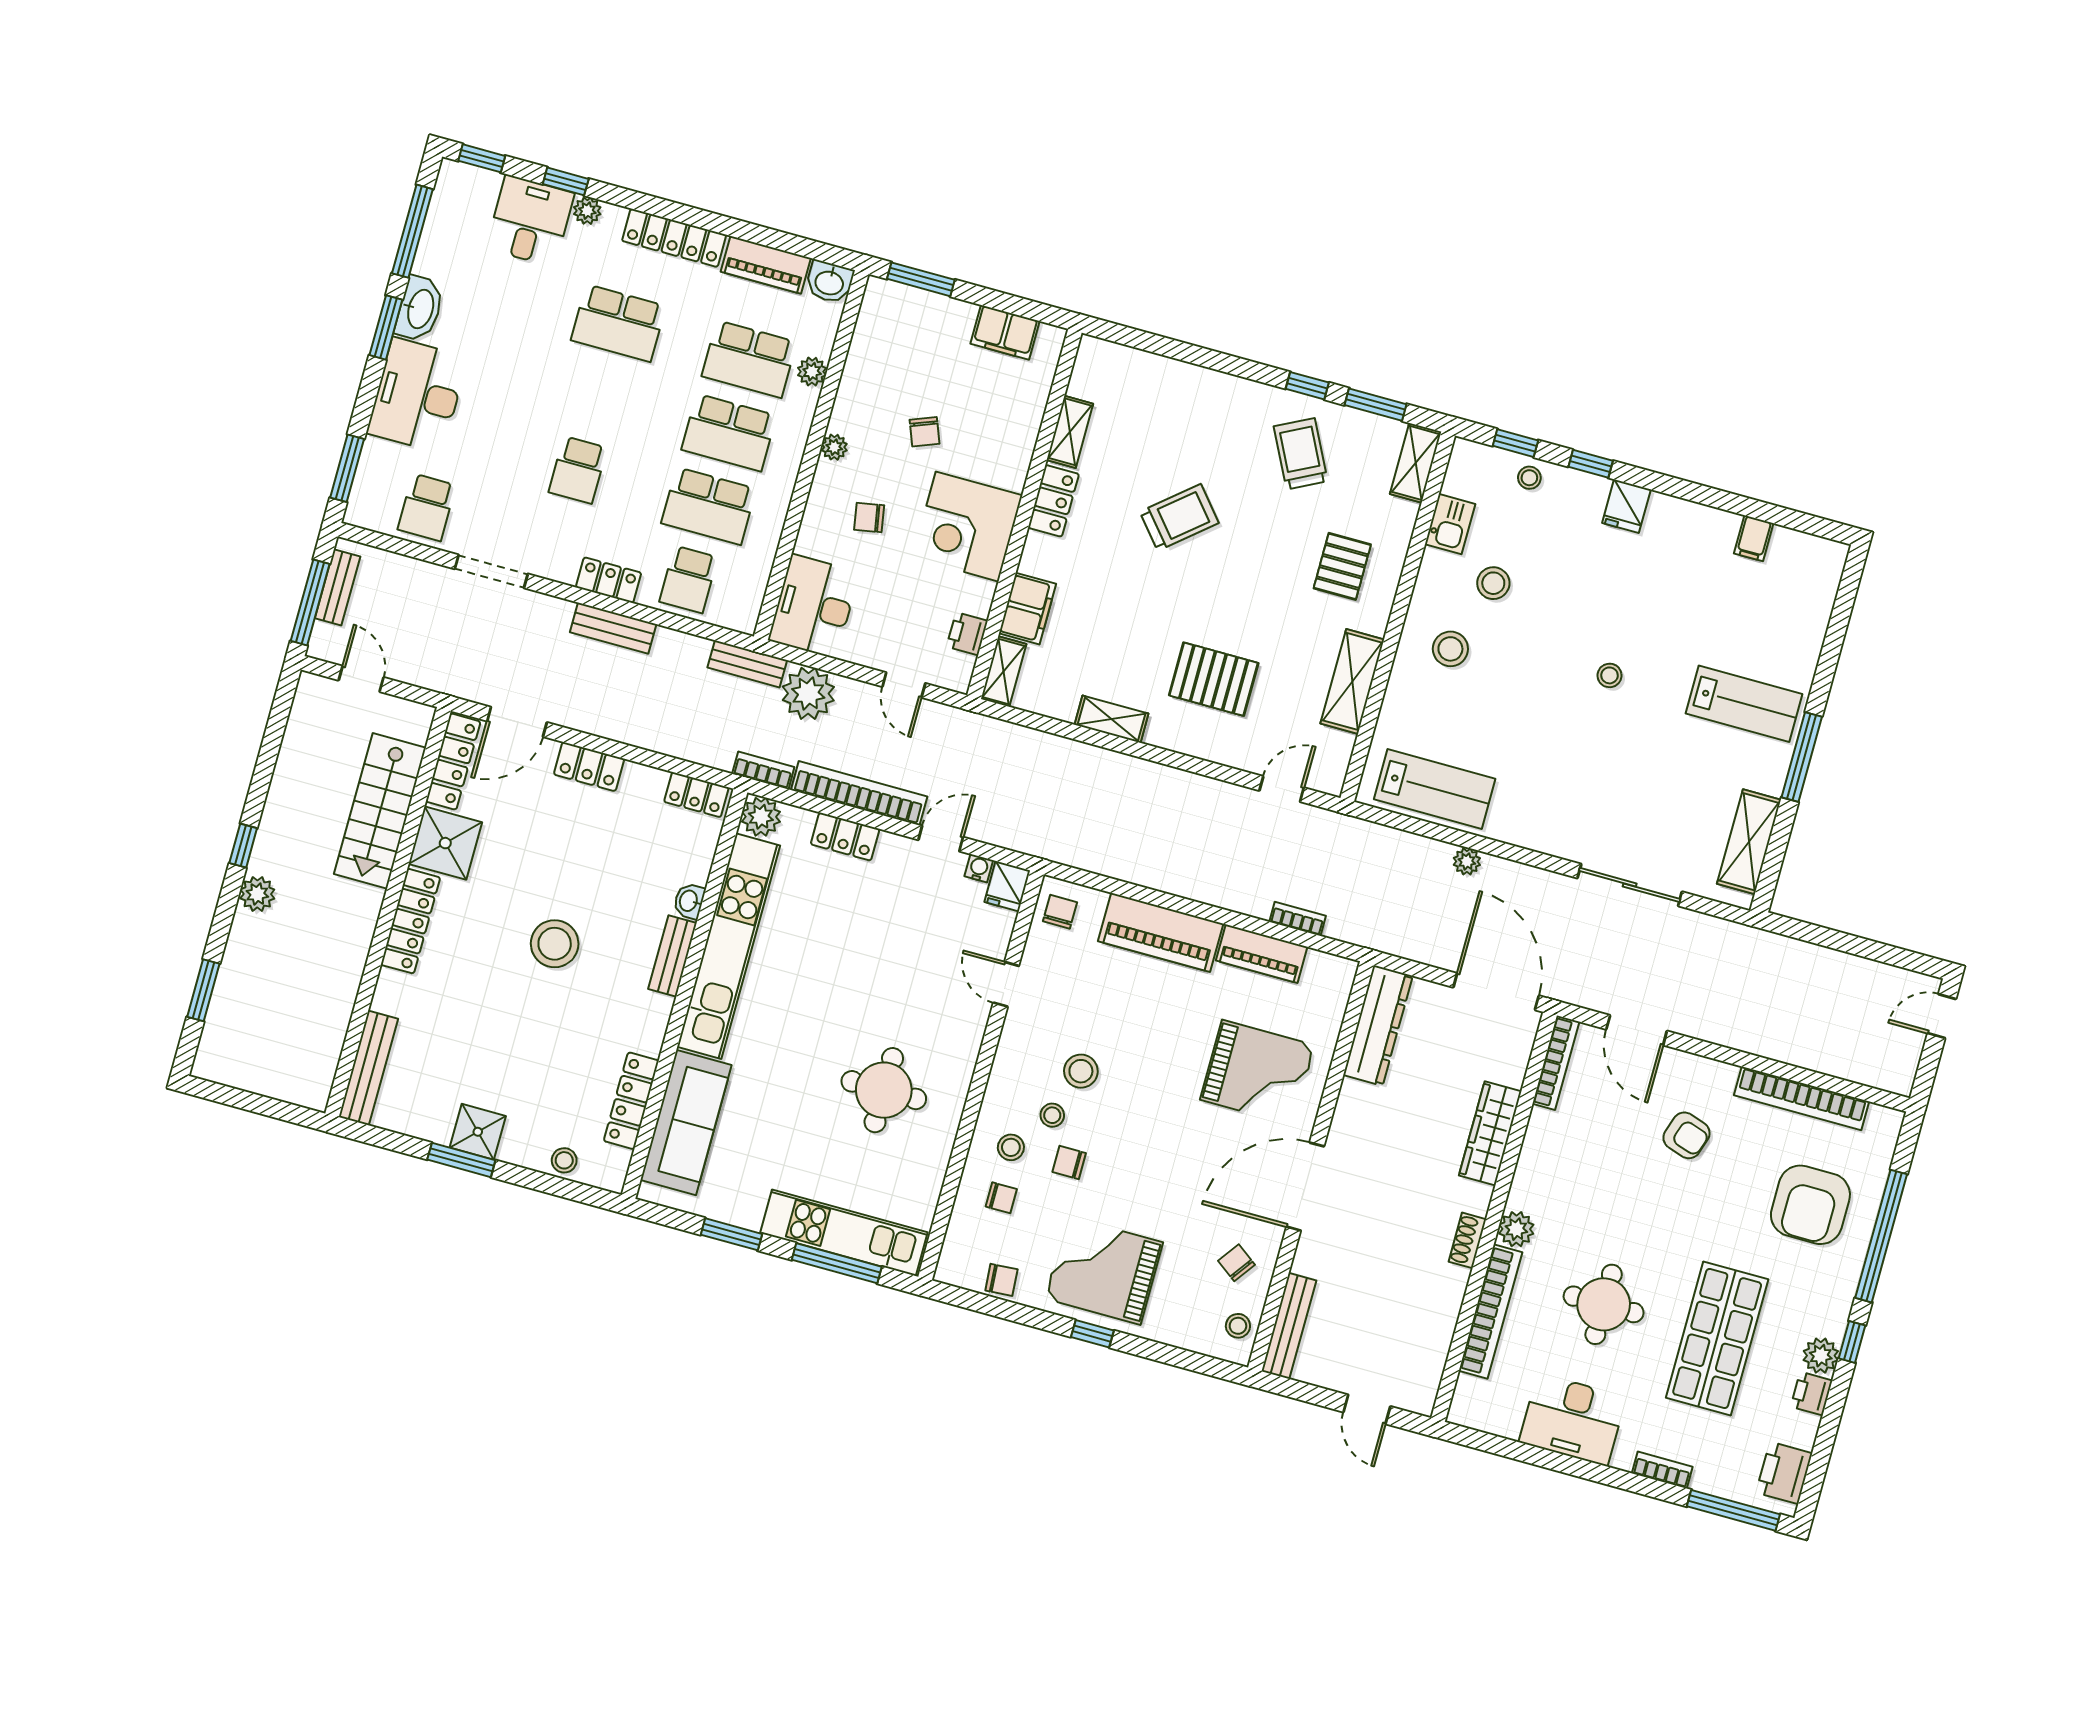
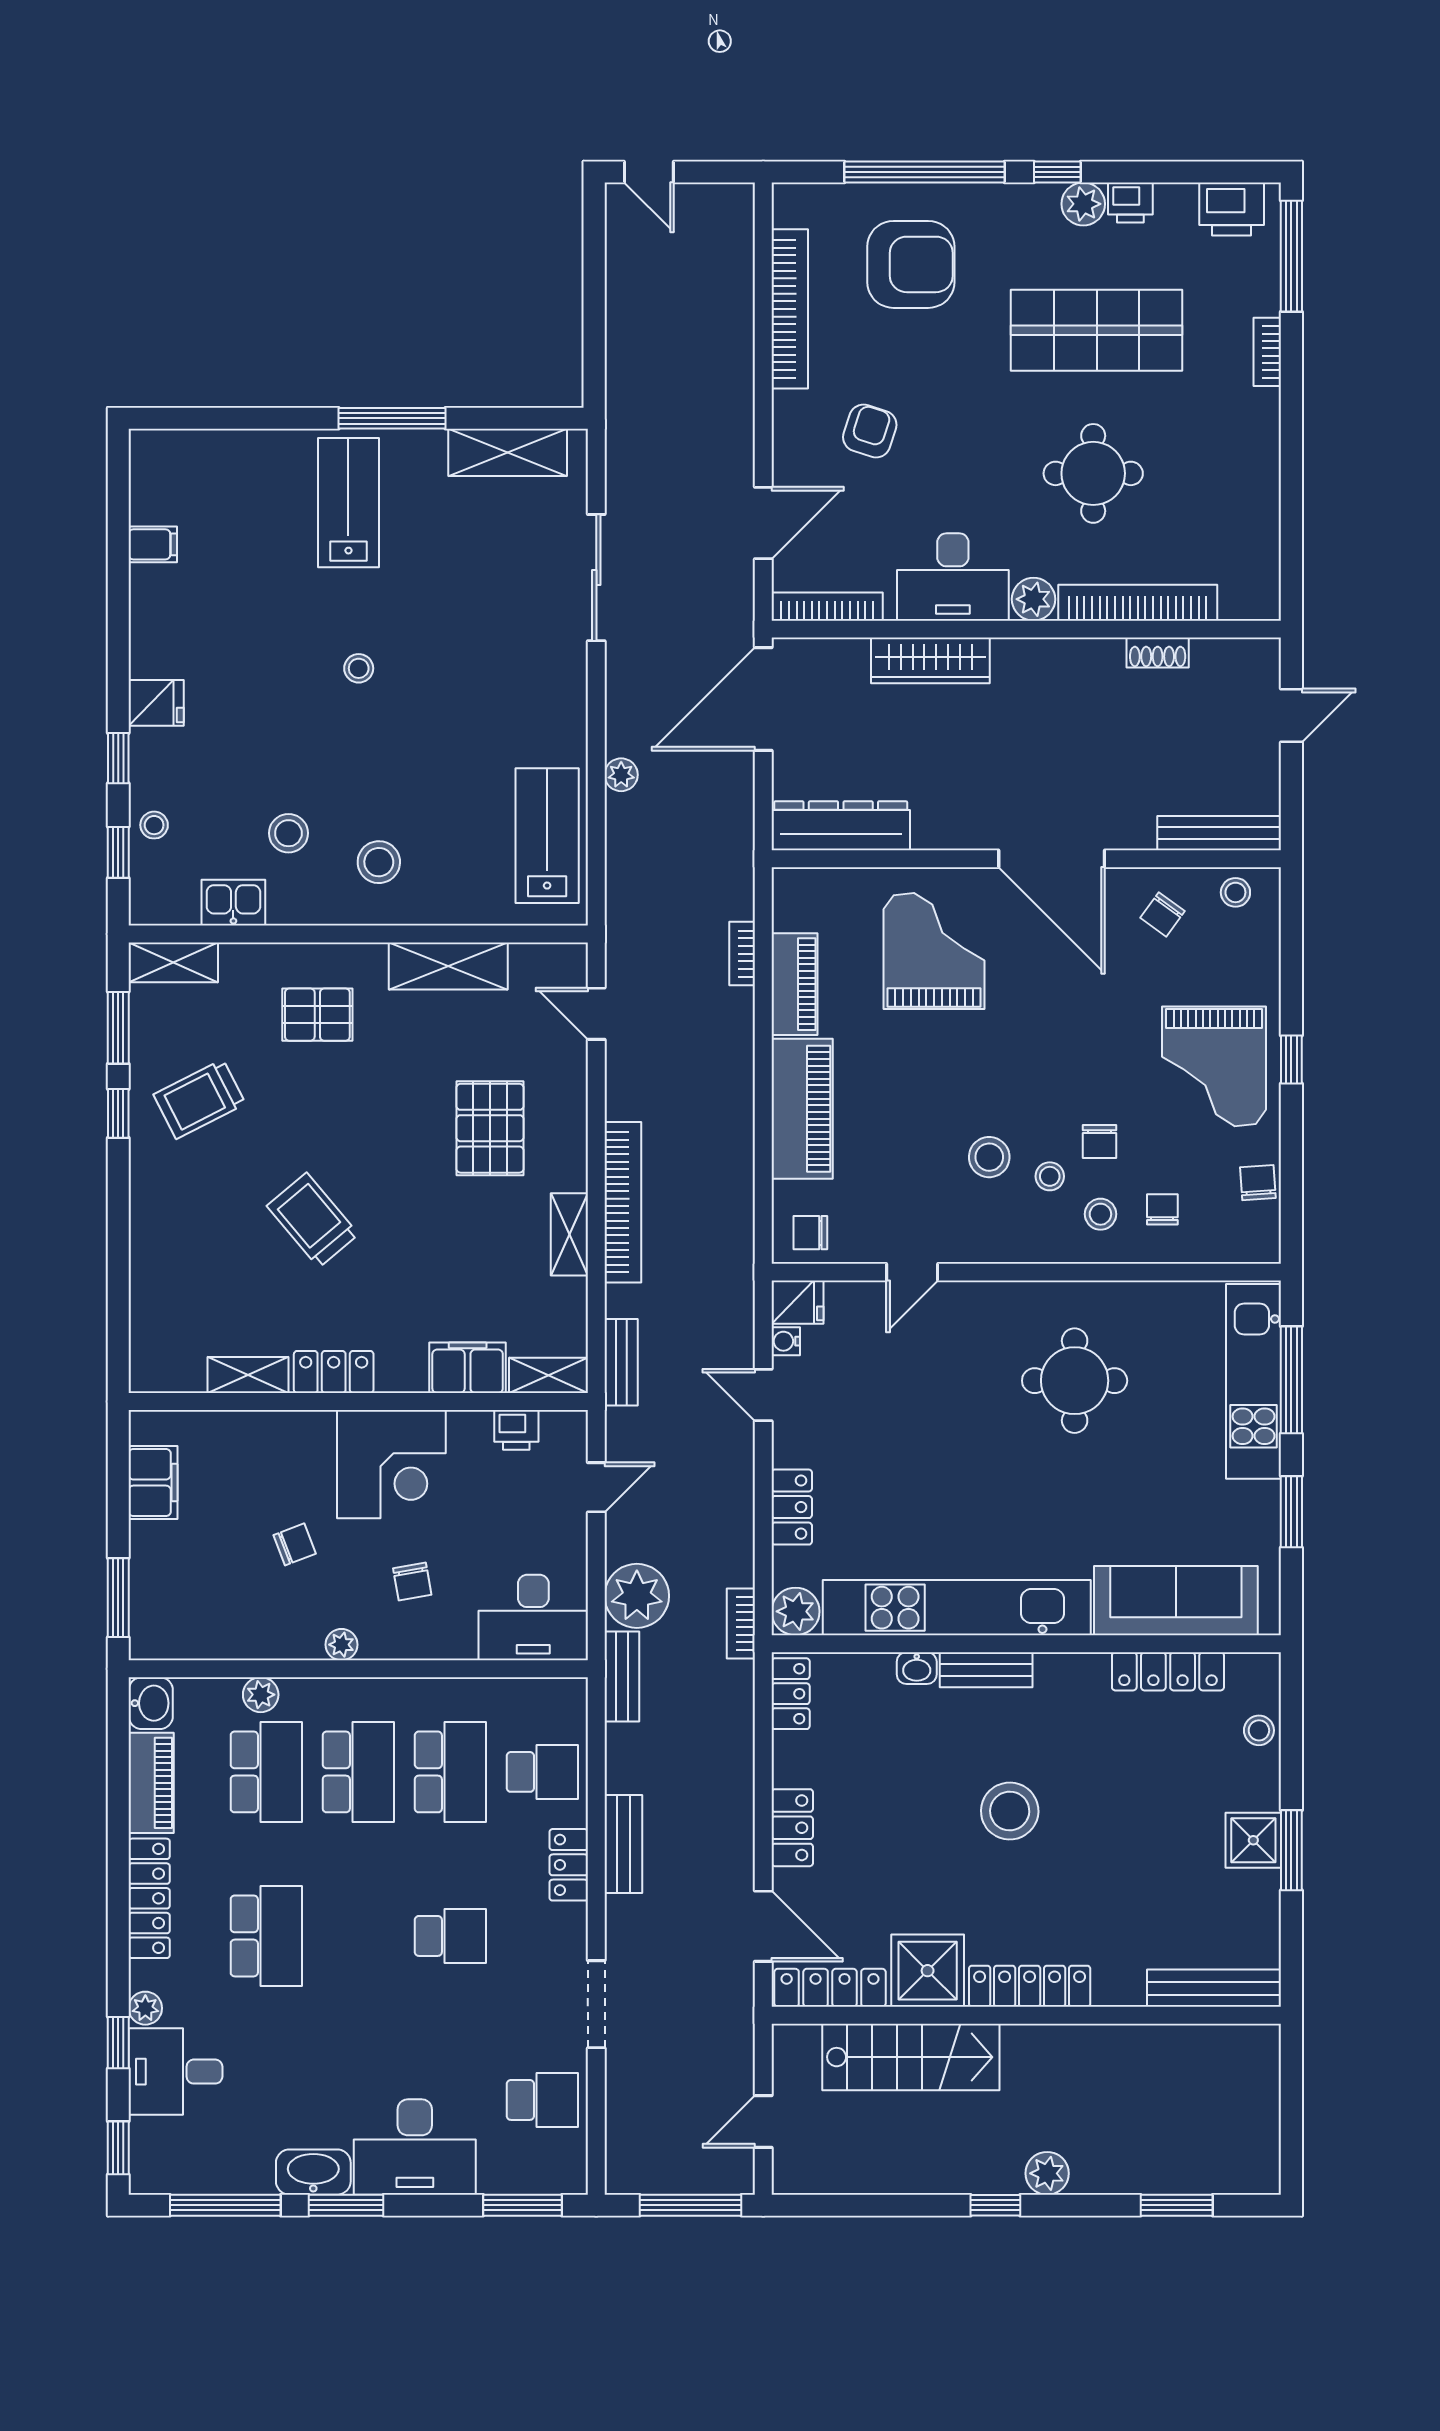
bench: (338, 587) -> (621, 1362), moved, turned 90
bookcase: (859, 793) -> (623, 1202), moved, turned 180
shoe rack: (1467, 1240) -> (1158, 653), moved
desk: (1573, 1419) -> (953, 577), moved, turned 90

